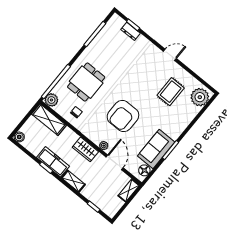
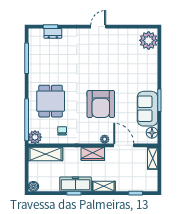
rug: (171, 92) -> (122, 55), removed

